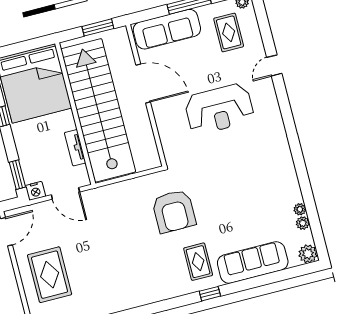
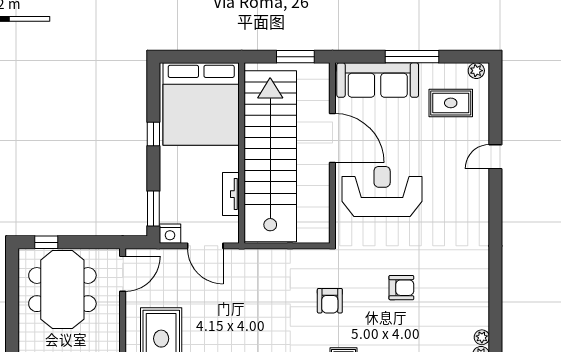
rug: (229, 32) -> (451, 103), turned 90
reception desk: (219, 109) -> (382, 191), moved, turned 180
armchair: (227, 187) -> (401, 288), added
armchair: (174, 211) -> (330, 301), width x0.53, depth x0.53

